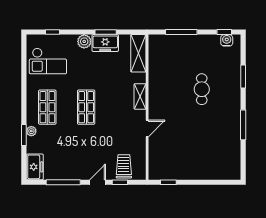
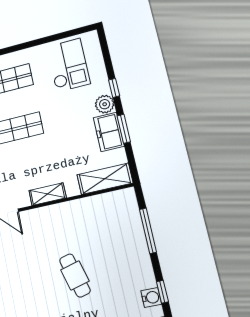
window: (53, 32) -> (114, 88), moved
checkout: (48, 61) -> (68, 65), turned 180
cafe table: (202, 89) -> (75, 275), turned 75

